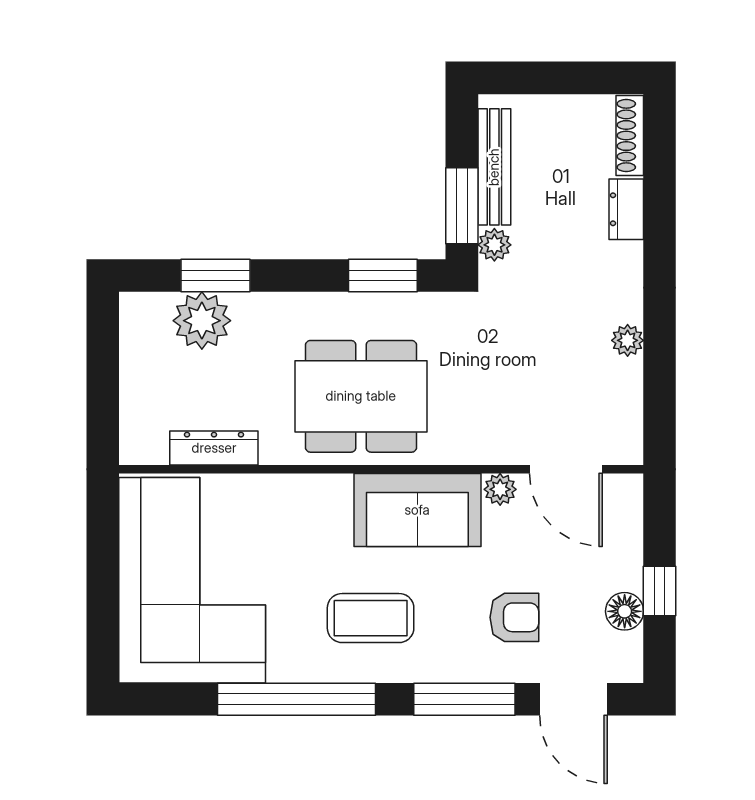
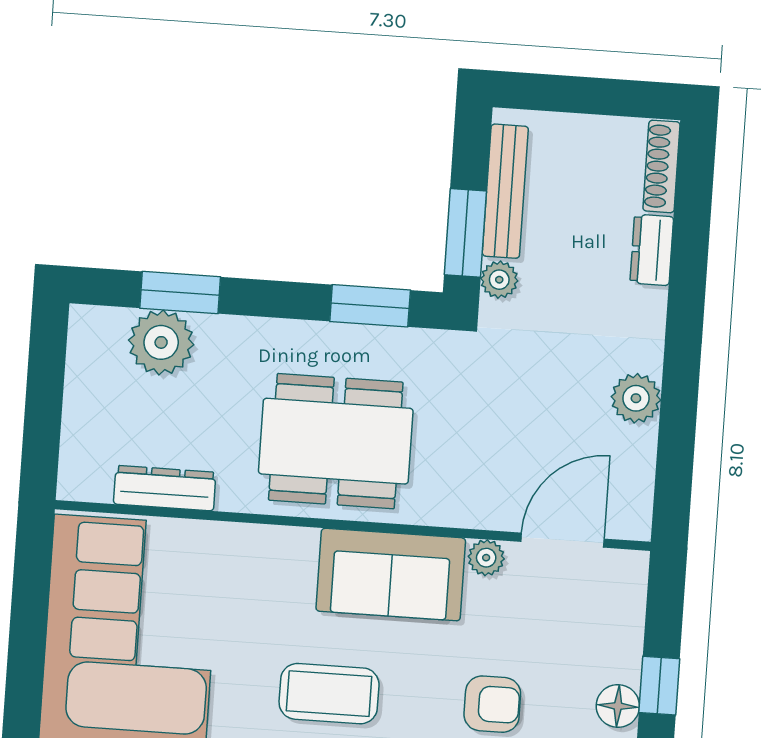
plant: (628, 340) -> (636, 398), width x1.38, depth x1.38
door: (566, 469) -> (563, 540), swing flipped

